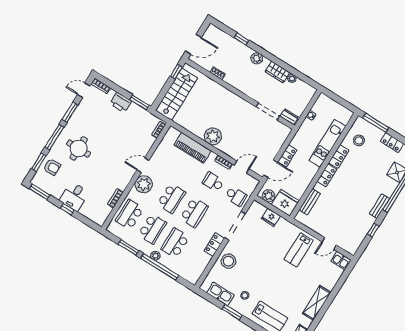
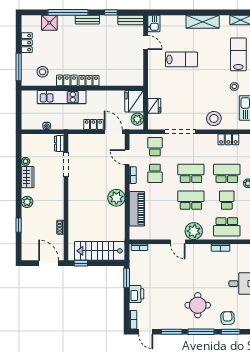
bench: (310, 202) -> (131, 20), moved
school desk: (152, 229) -> (227, 200), width x0.54
school desk: (175, 243) -> (227, 173), turned 180
locker: (214, 244) -> (228, 139), moved
lab bench: (299, 250) -> (181, 59), moved

